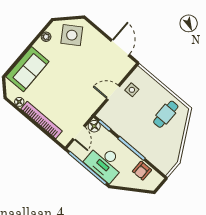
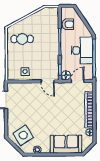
door: (113, 93) -> (48, 81), moved

